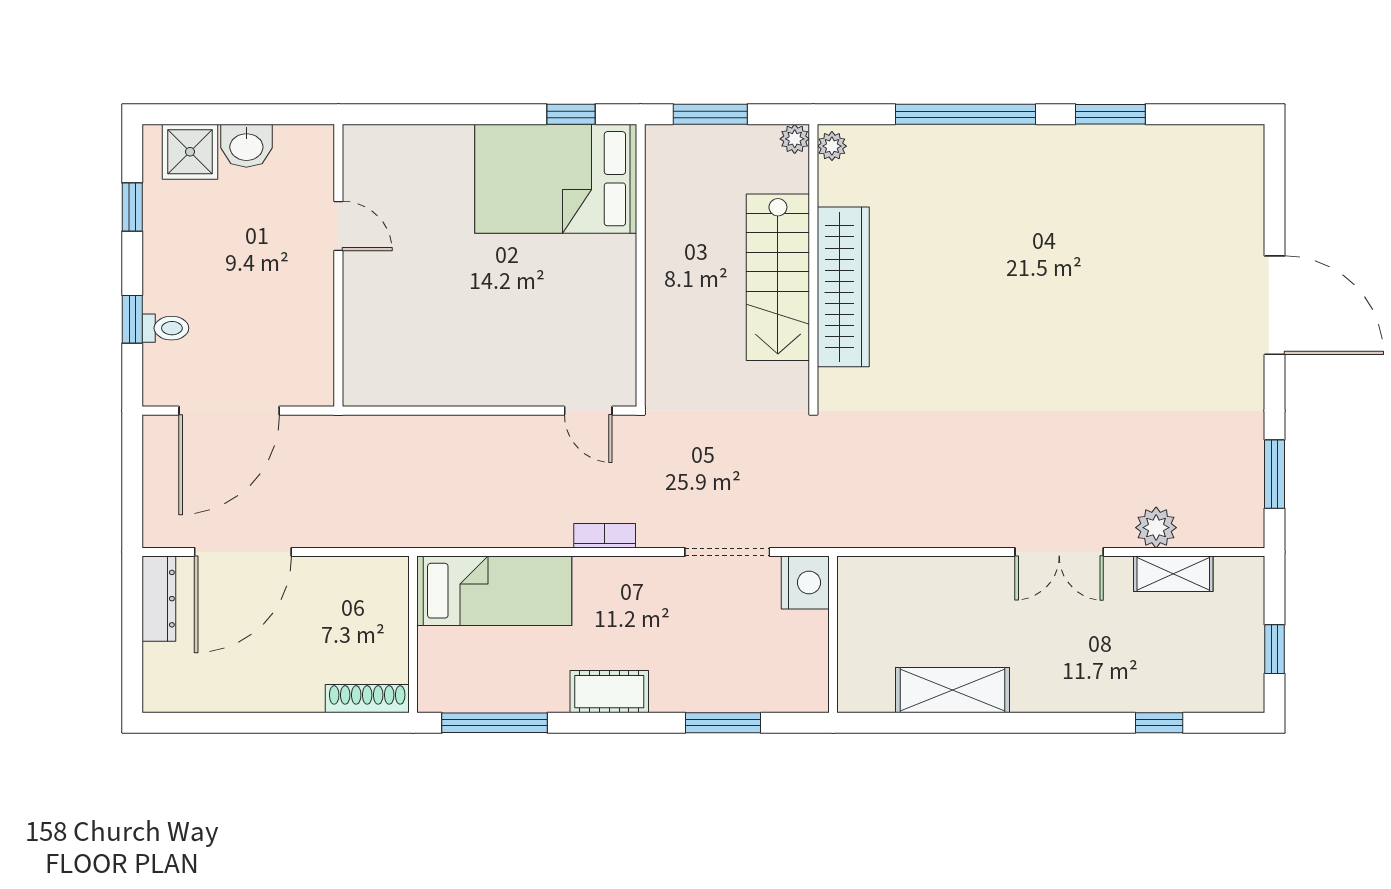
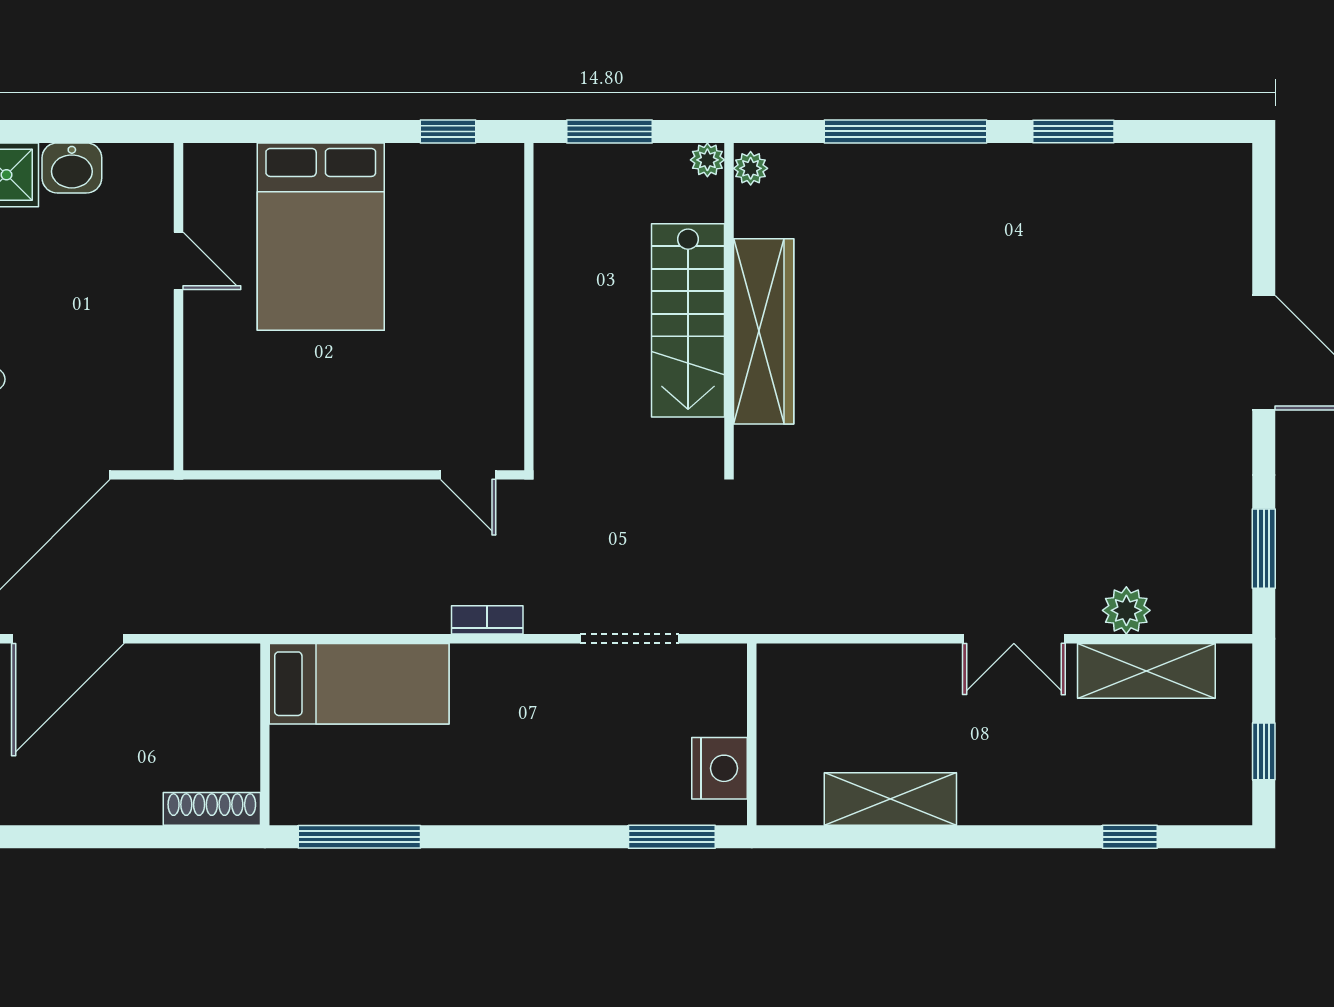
bed: (556, 179) -> (321, 237), moved, turned -90
shelving: (1173, 574) -> (1146, 671), width x1.50, depth x1.33
nightstand: (805, 583) -> (720, 768), moved
cot: (609, 692) -> (492, 801), removed
window: (723, 723) -> (672, 837), moved

